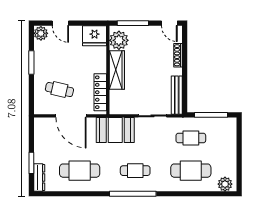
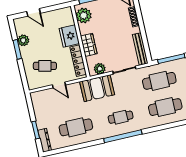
plant: (41, 33) -> (23, 40), moved
fridge: (95, 36) -> (69, 36), moved, turned 90
wardrobe: (117, 70) -> (89, 45), width x0.67
plant: (124, 108) -> (100, 69), added
door: (71, 116) -> (59, 85), width x0.53
cafe table: (191, 138) -> (159, 81), width x1.37, depth x1.35

